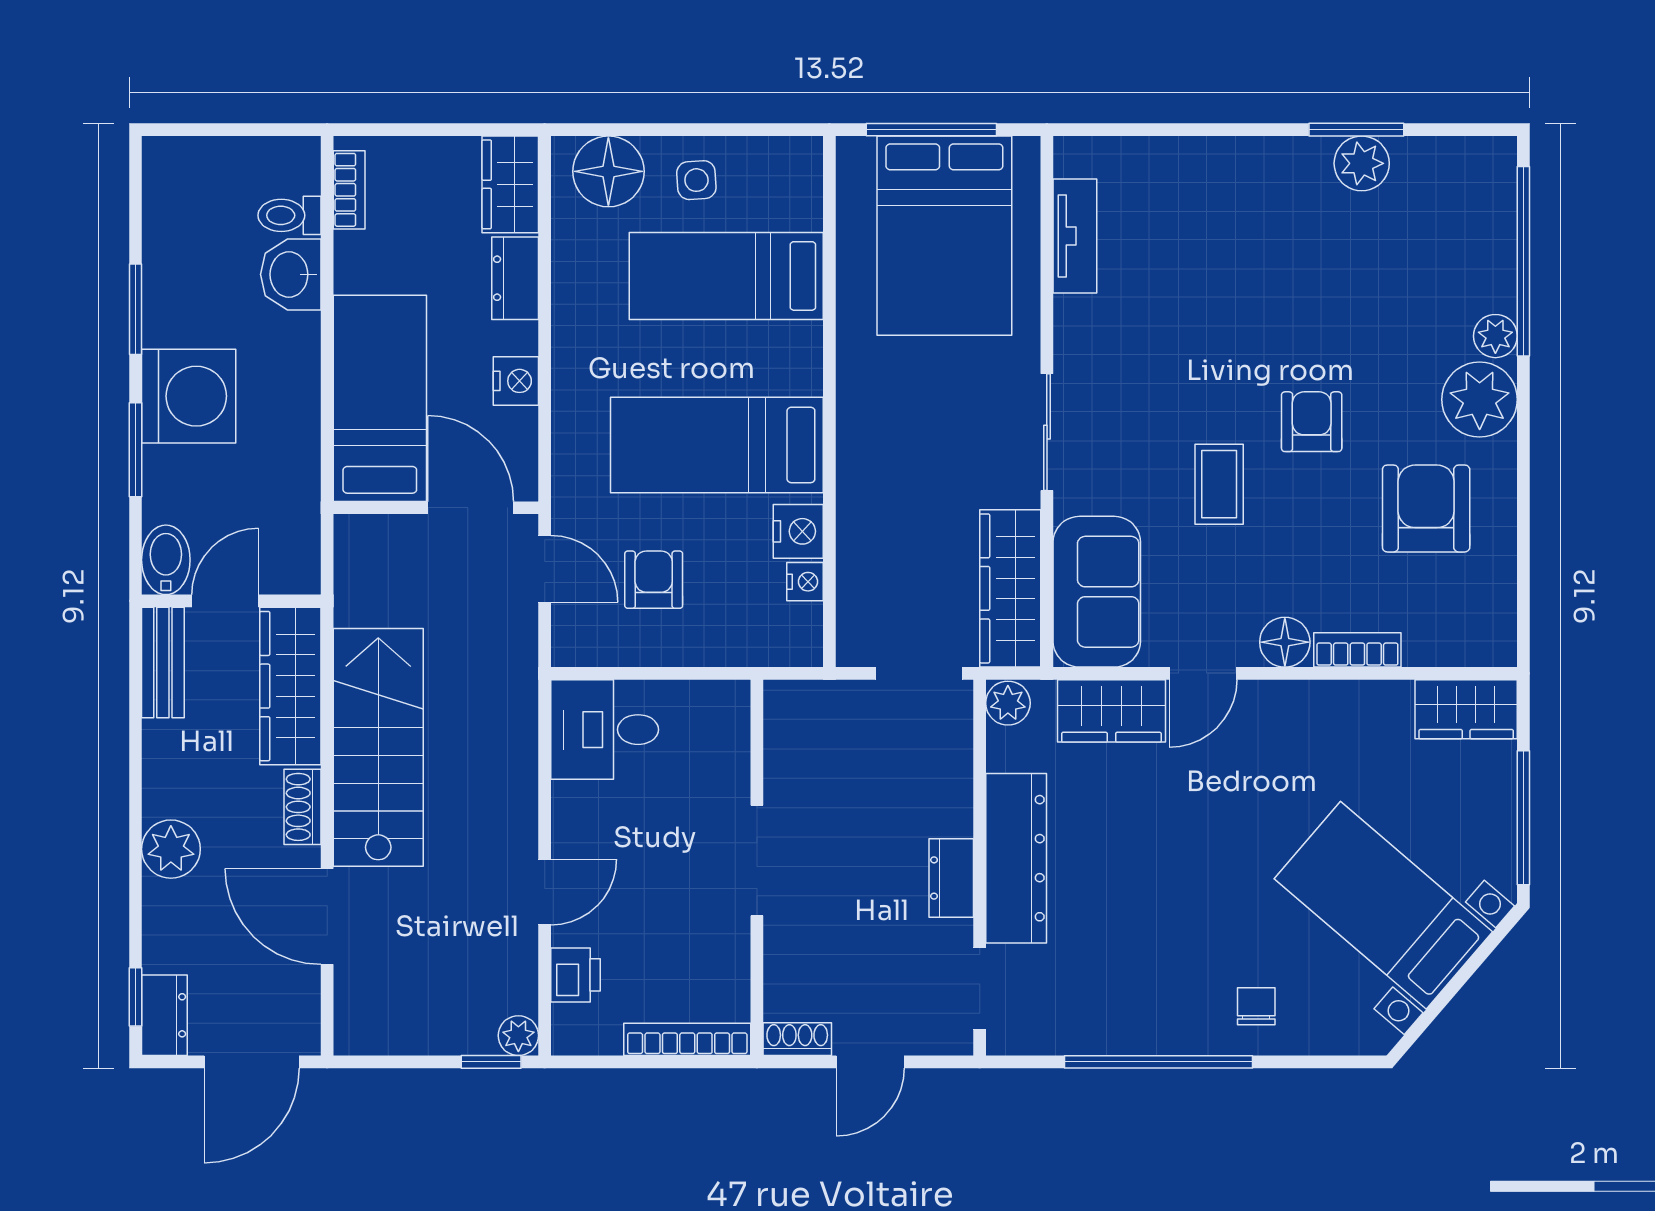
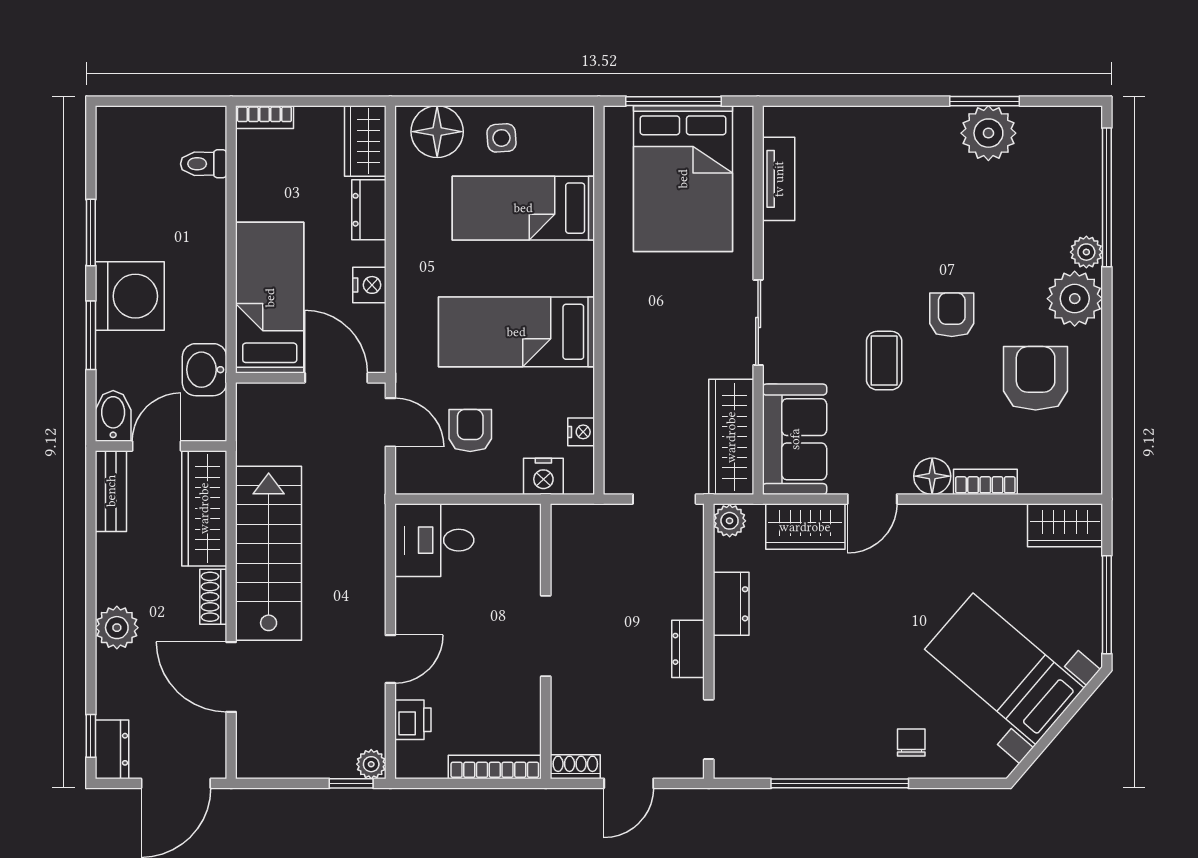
plant: (1362, 163) -> (988, 133), width x1.36, depth x1.36
bookcase: (349, 190) -> (264, 117), moved, turned 90
washbasin: (291, 274) -> (205, 370), moved
nightstand: (798, 531) -> (543, 476), moved, turned 90
dresser: (1016, 858) -> (731, 604), width x0.51, depth x0.80

